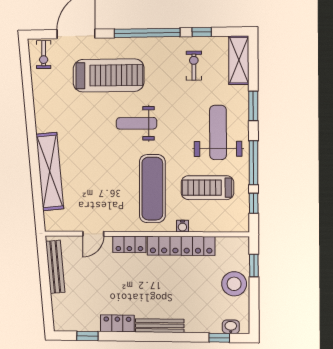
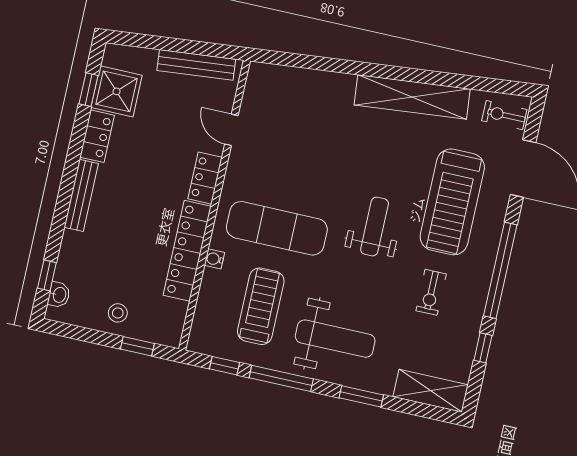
exercise bike: (194, 66) -> (431, 292), moved, turned 90
shelving: (50, 171) -> (412, 97), moved
stool: (234, 284) -> (118, 313), width x0.53, depth x0.53
shower: (85, 317) -> (117, 91), added

